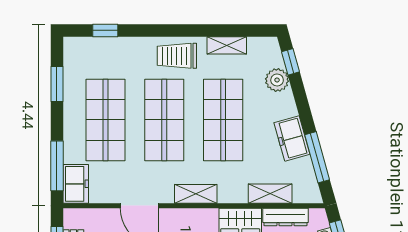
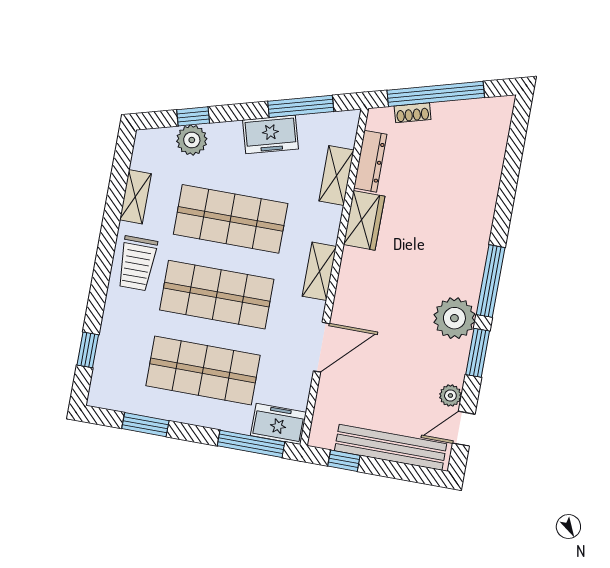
window: (290, 62) -> (193, 116), moved

